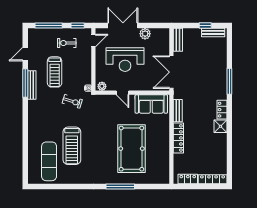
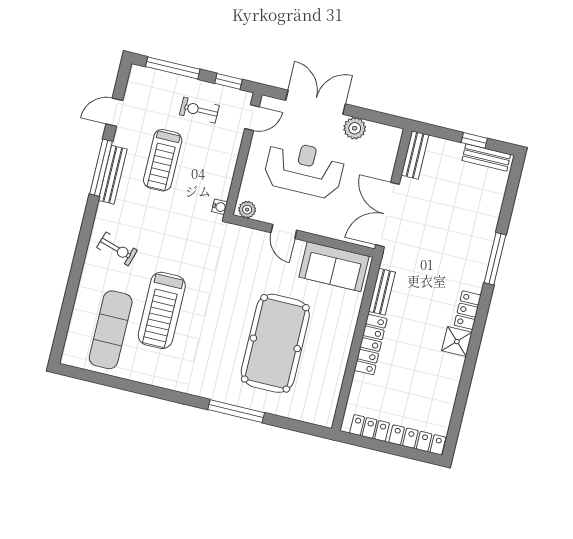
reception desk: (125, 60) -> (304, 169), turned 180
exercise bike: (72, 101) -> (117, 249), moved

